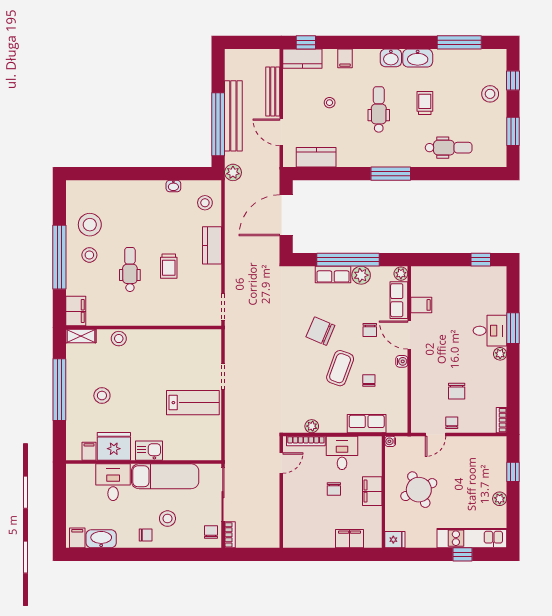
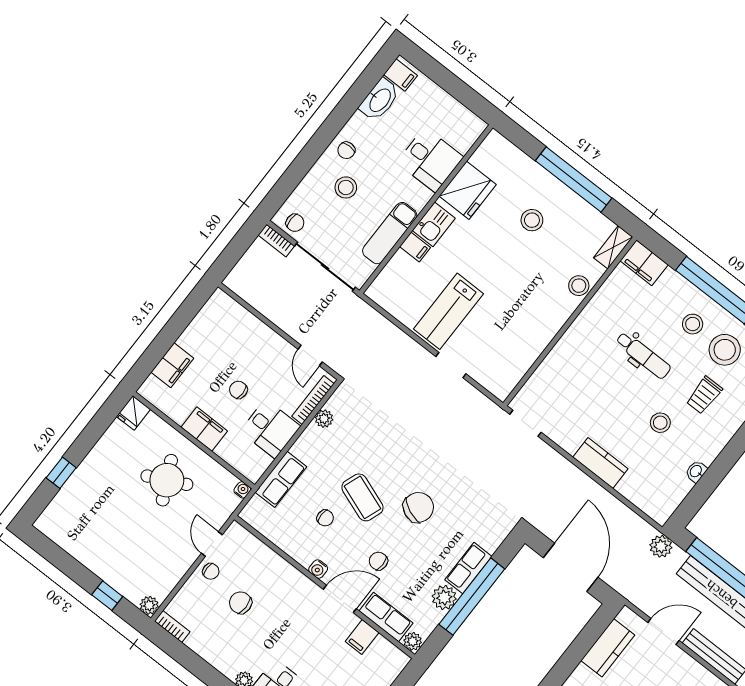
stool: (205, 203) -> (660, 423), moved
trolley: (169, 266) -> (704, 395), moved, turned -90
filing cabinet: (89, 451) -> (415, 247), moved
exam couch: (165, 476) -> (390, 233), width x0.73, depth x0.69
plant: (500, 499) -> (149, 605), moved
kitchen unit: (472, 538) -> (71, 496), removed

